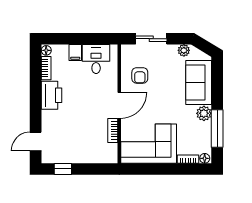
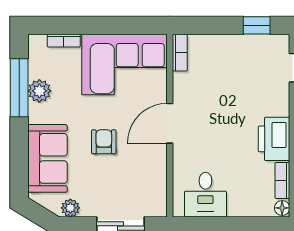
filing cabinet: (75, 53) -> (237, 205), removed
armchair: (140, 75) -> (104, 142), moved
plant: (204, 113) -> (39, 91), moved
bookcase: (113, 131) -> (180, 53), moved
floor lamp: (205, 158) -> (38, 42), removed

